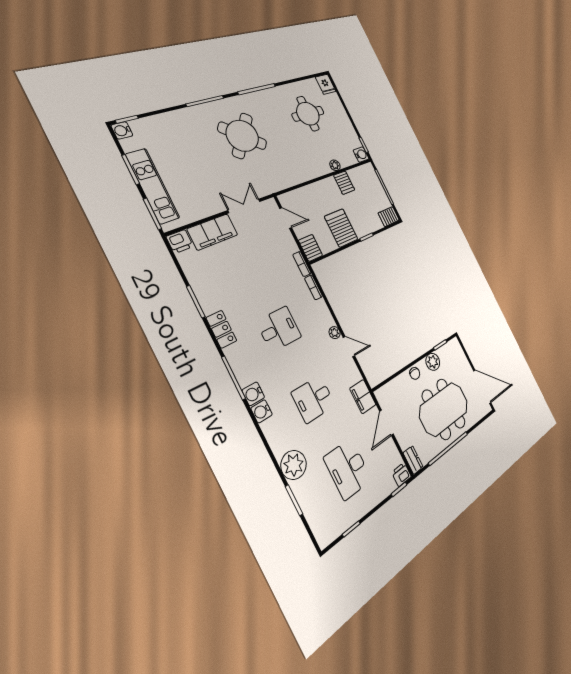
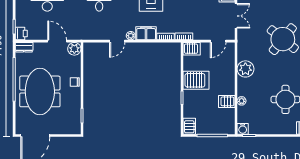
plant: (300, 172) -> (245, 69), added
plant: (433, 362) -> (74, 49), moved
filing cabinet: (363, 397) -> (146, 33), moved

